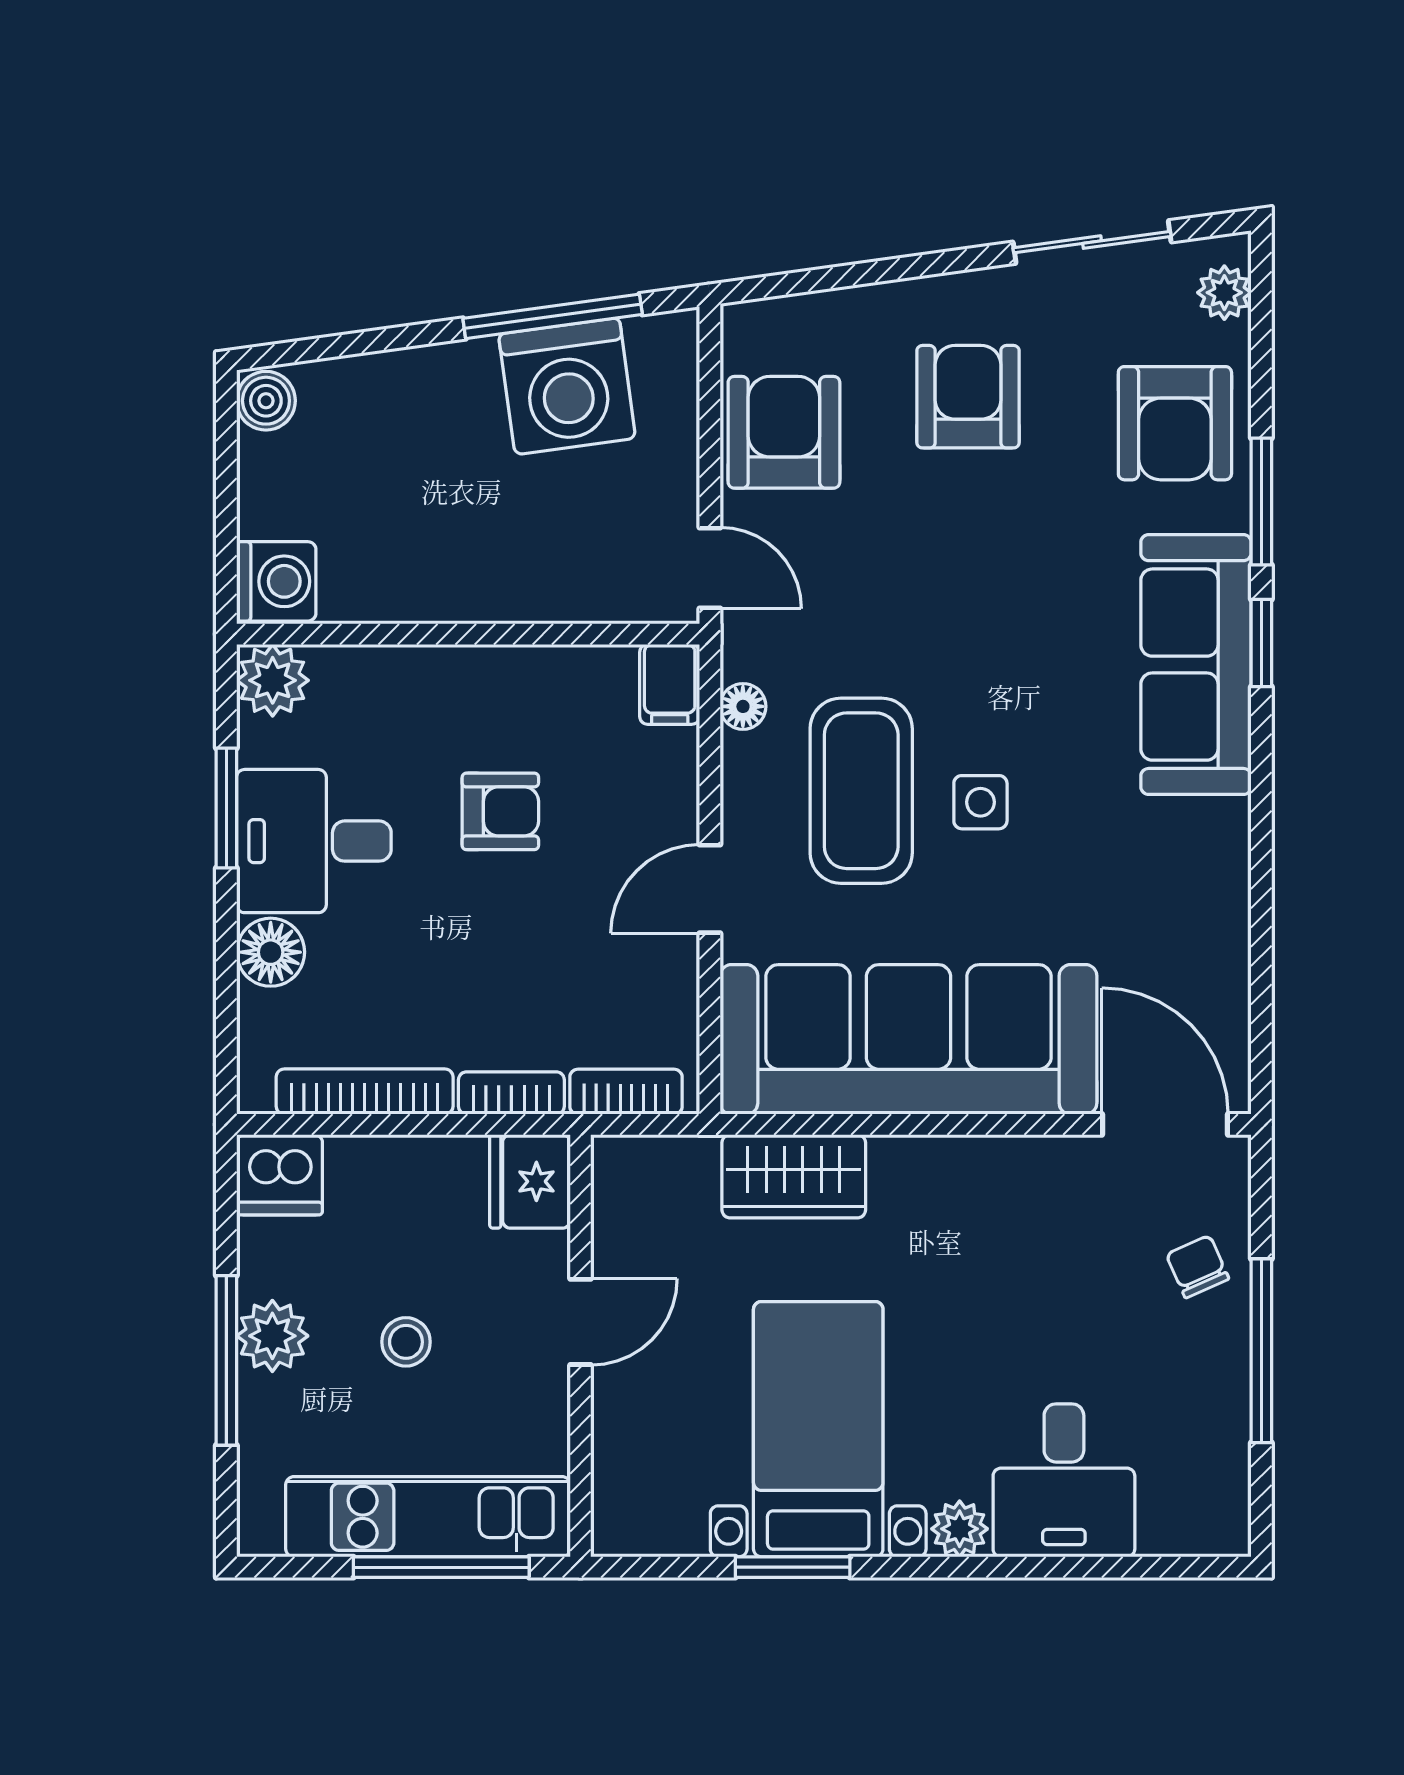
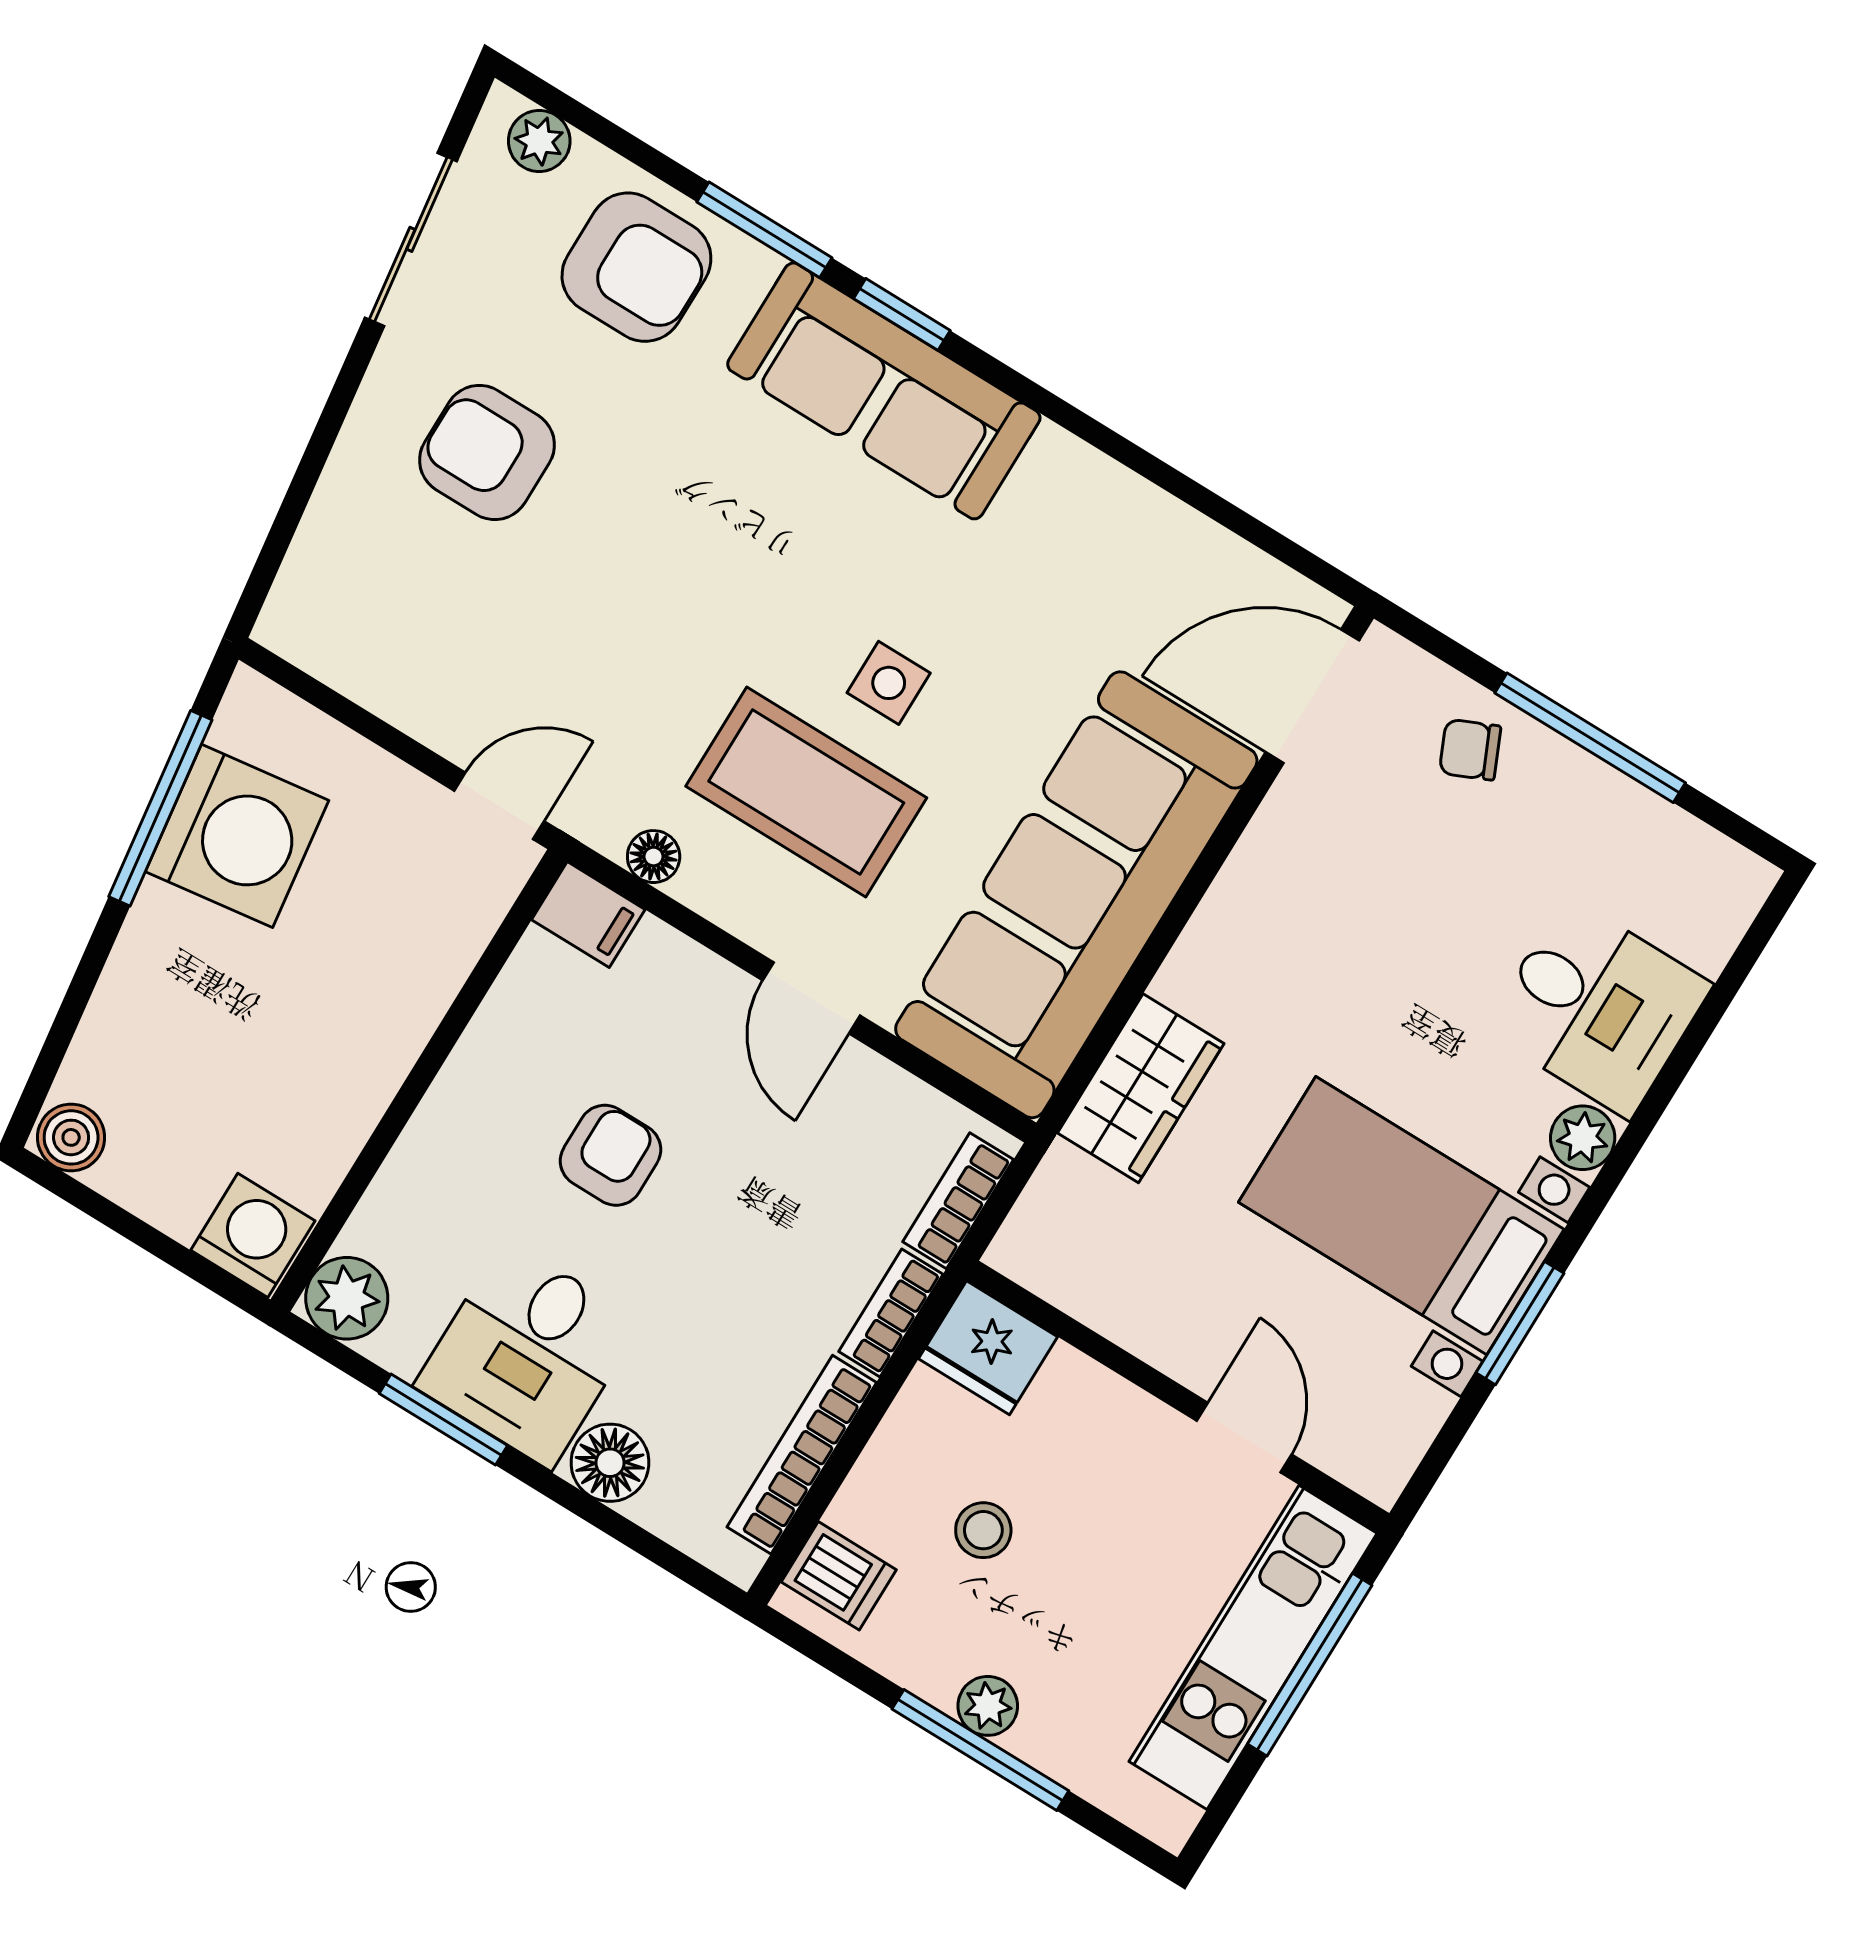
armchair: (784, 432) -> (412, 653), removed
dishwasher: (280, 1175) -> (839, 1576), width x0.73
door: (580, 1322) -> (1244, 1438), moved
plant: (272, 1336) -> (988, 1706), width x0.73, depth x0.73
stool: (406, 1342) -> (983, 1530), moved

